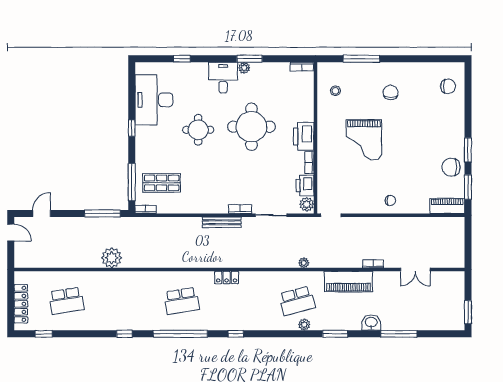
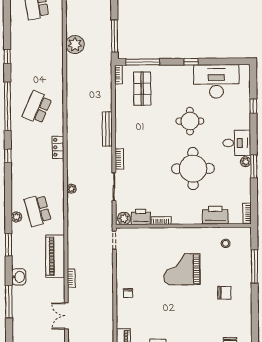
printer: (304, 136) -> (215, 215), moved
bench: (222, 222) -> (107, 129), moved
plant: (304, 263) -> (72, 189), moved
school desk: (182, 301) -> (37, 107), turned 33

